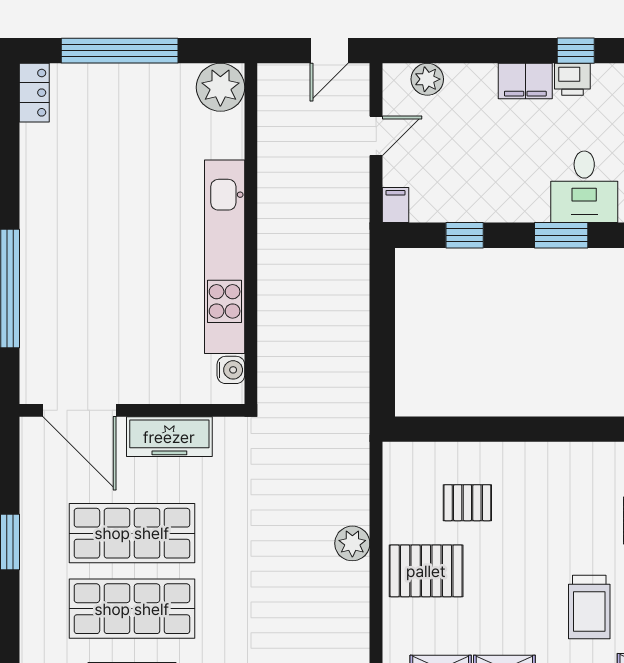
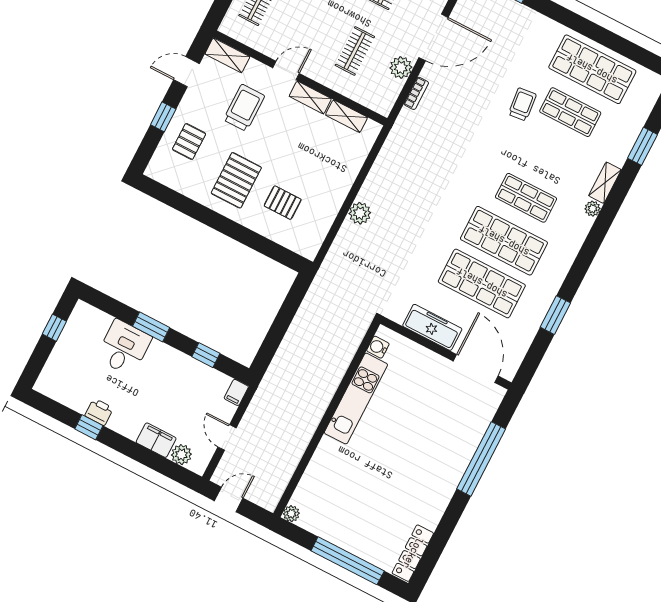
filing cabinet: (525, 81) -> (156, 440), moved
plant: (220, 87) -> (291, 514), width x0.53, depth x0.53
locker: (34, 93) -> (413, 553), width x1.53
door: (376, 136) -> (227, 437), hinge flipped
kitchen unit: (225, 257) -> (356, 399), width x0.73
pallet: (426, 571) -> (236, 180), moved, turned 90

